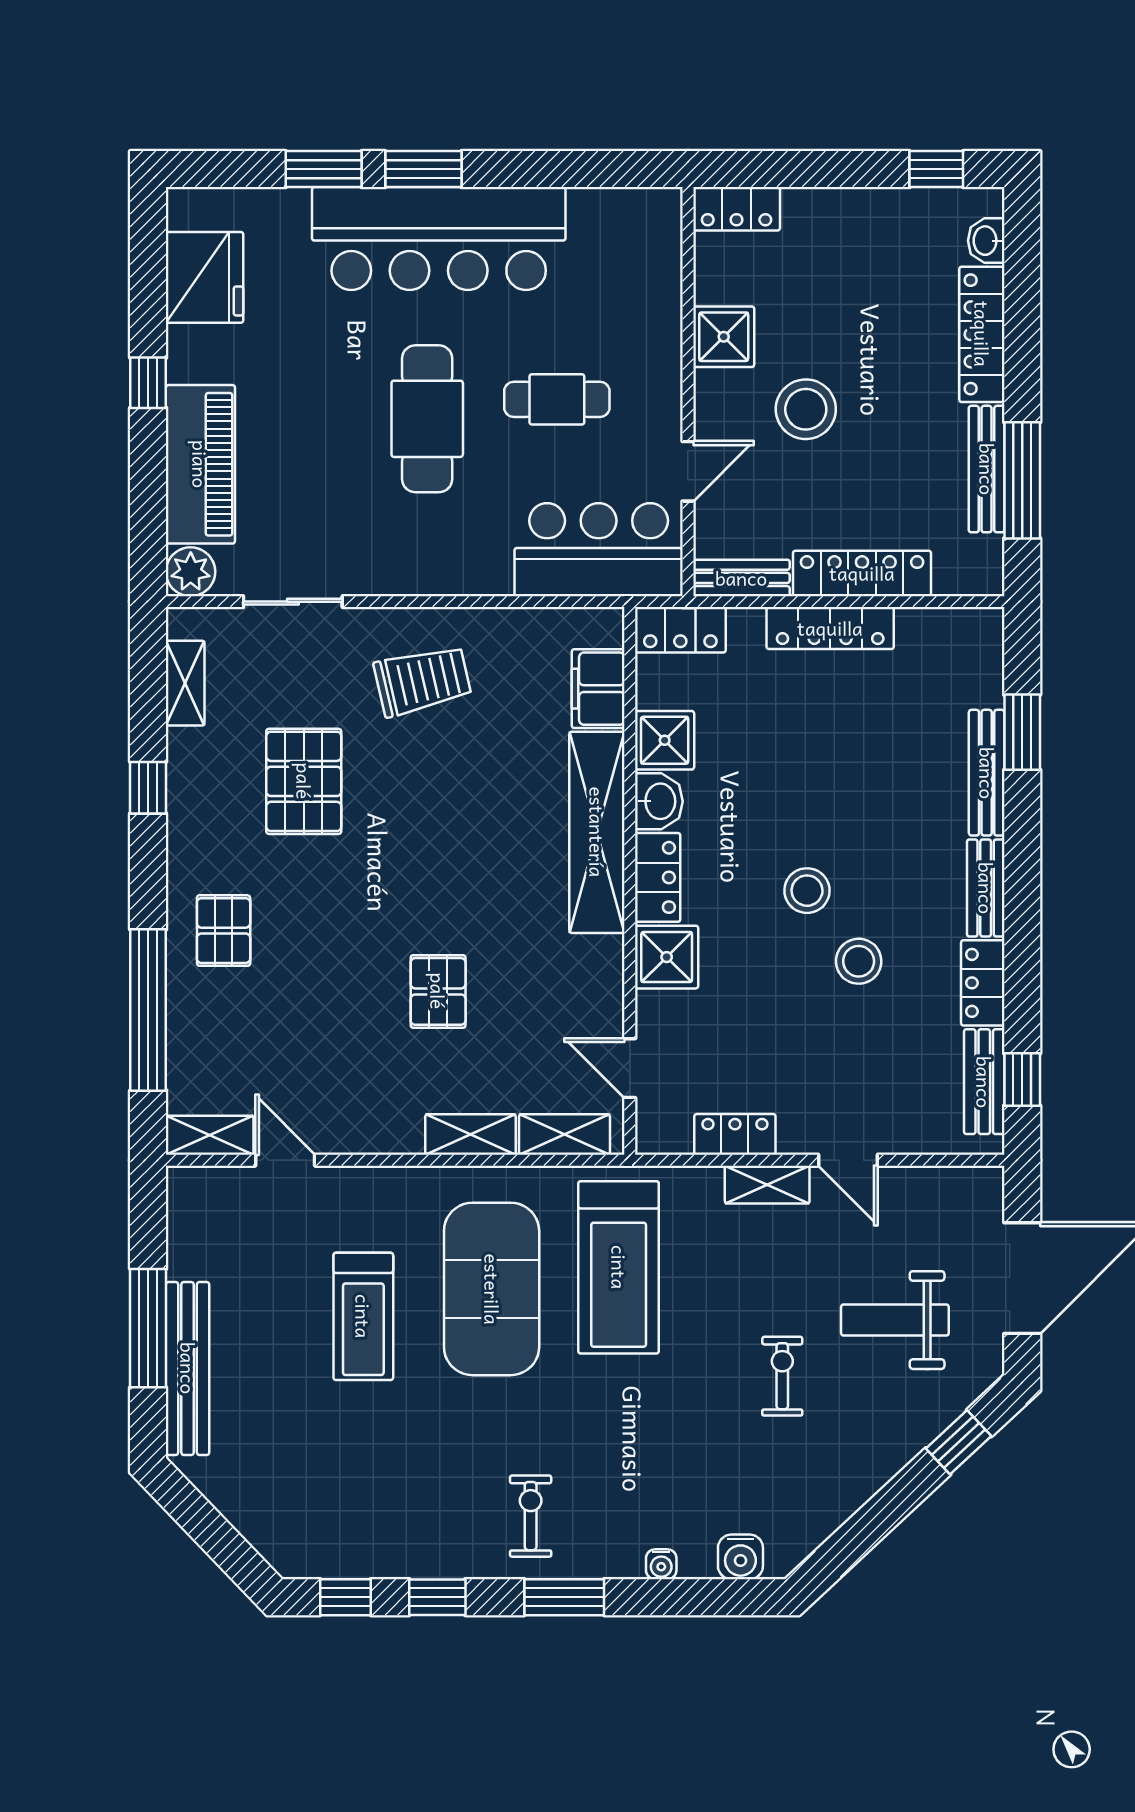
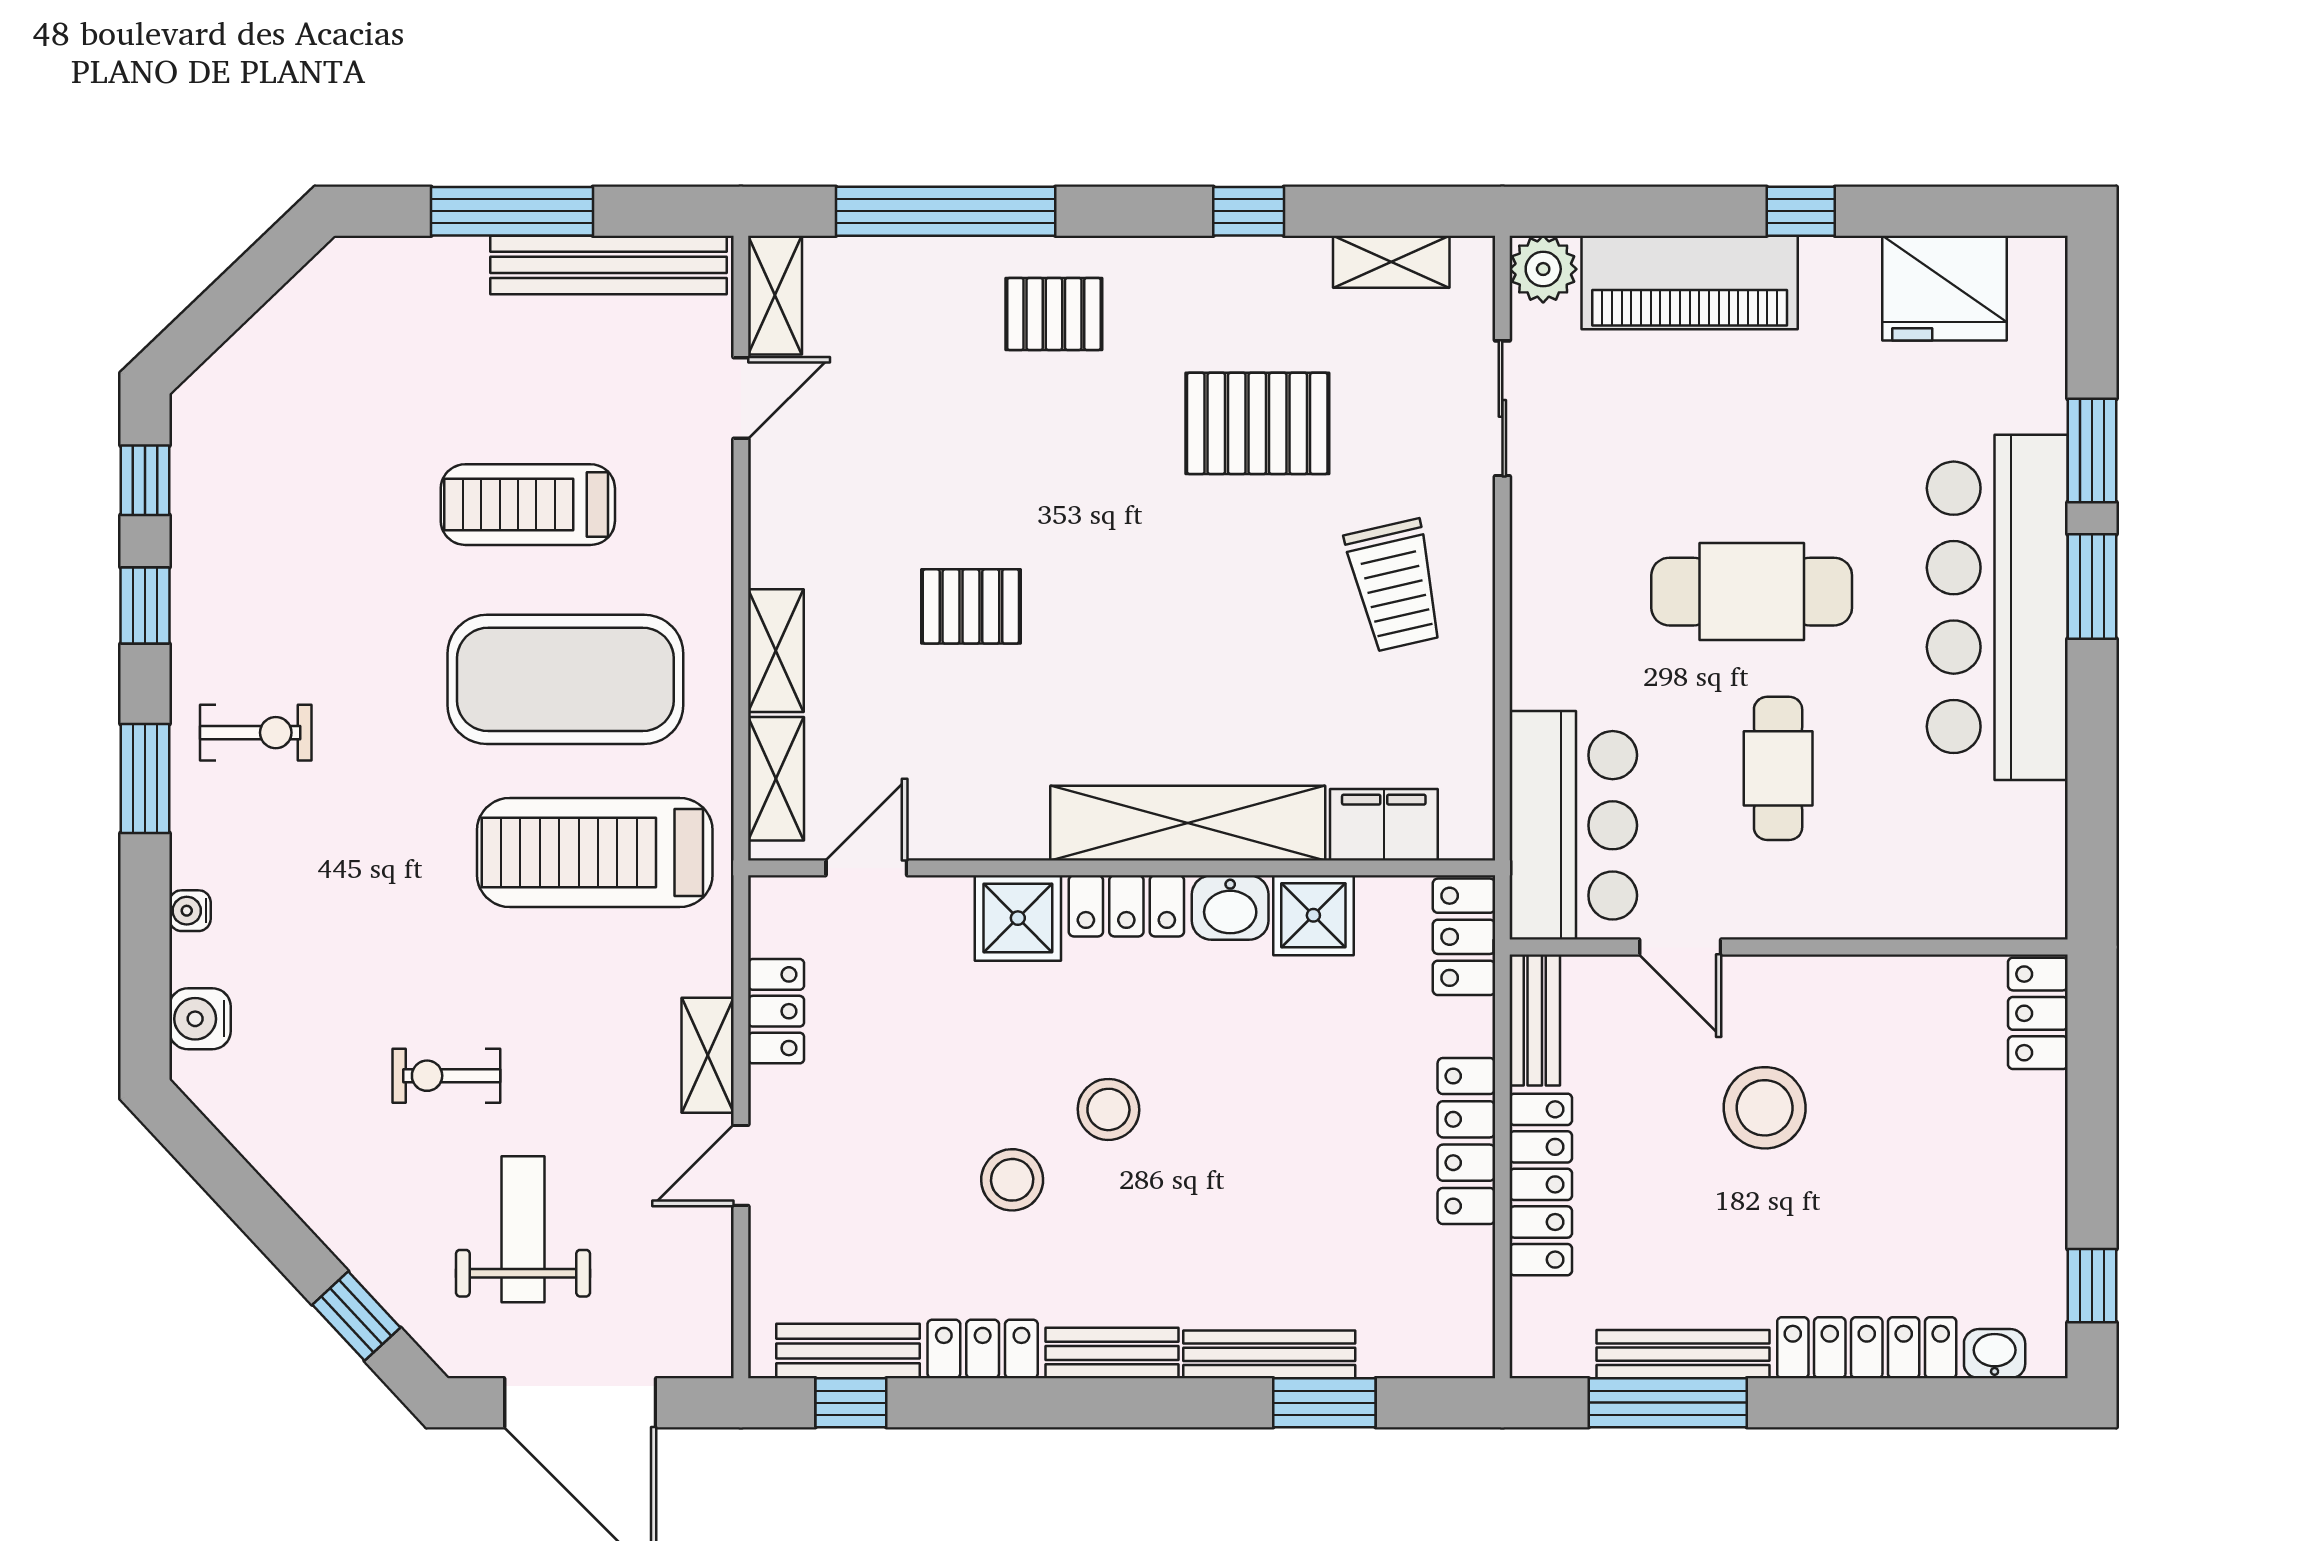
shower: (724, 337) -> (1864, 996), removed
bench: (188, 1368) -> (608, 265), moved
exercise bike: (782, 1376) -> (446, 1076), turned 180

